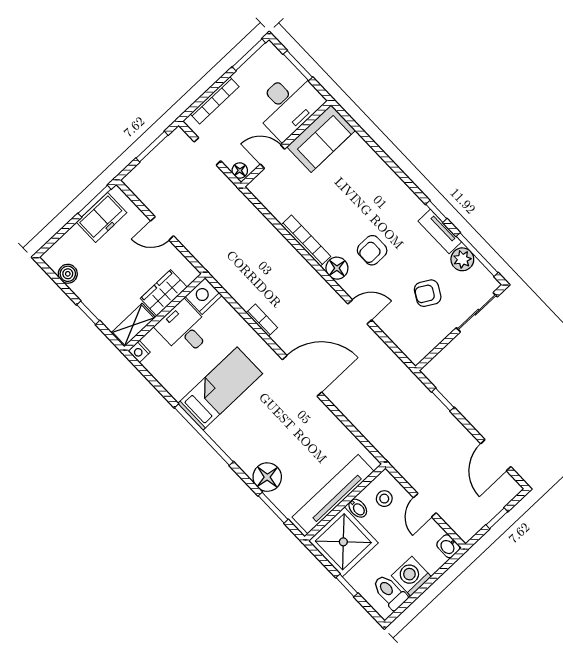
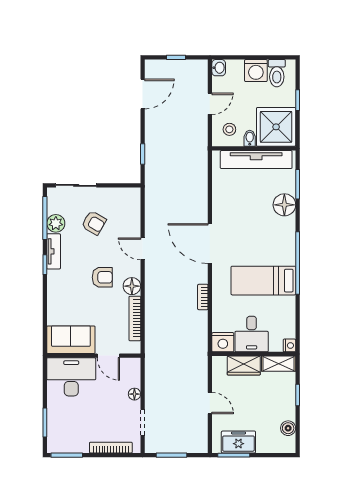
desk: (288, 104) -> (71, 377), moved
sofa: (321, 139) -> (71, 340), moved
wall: (286, 144) -> (94, 356), moved
door: (272, 157) -> (108, 356), moved

